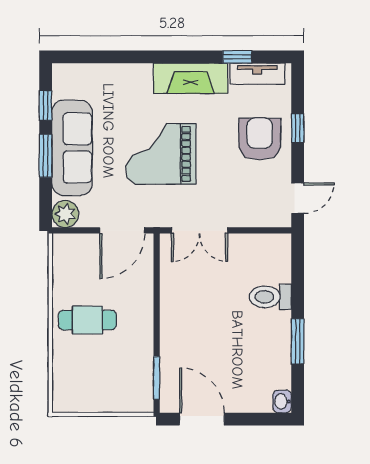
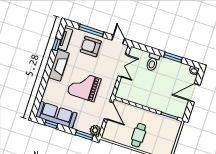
window: (298, 128) -> (91, 31), width x2.17
sofa: (72, 148) -> (56, 115), moved
grand piano: (161, 154) -> (84, 86), turned 90
window: (46, 156) -> (84, 135), moved
double door: (200, 230) -> (123, 66), moved
door: (202, 419) -> (194, 93), moved

